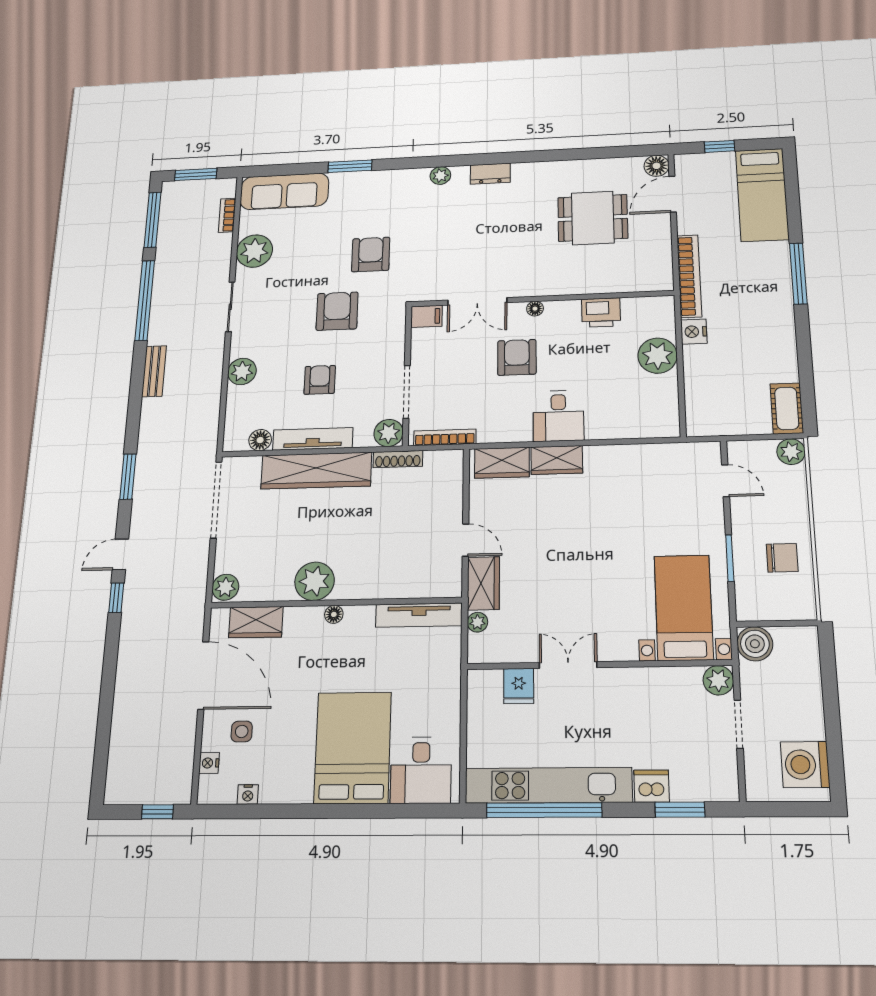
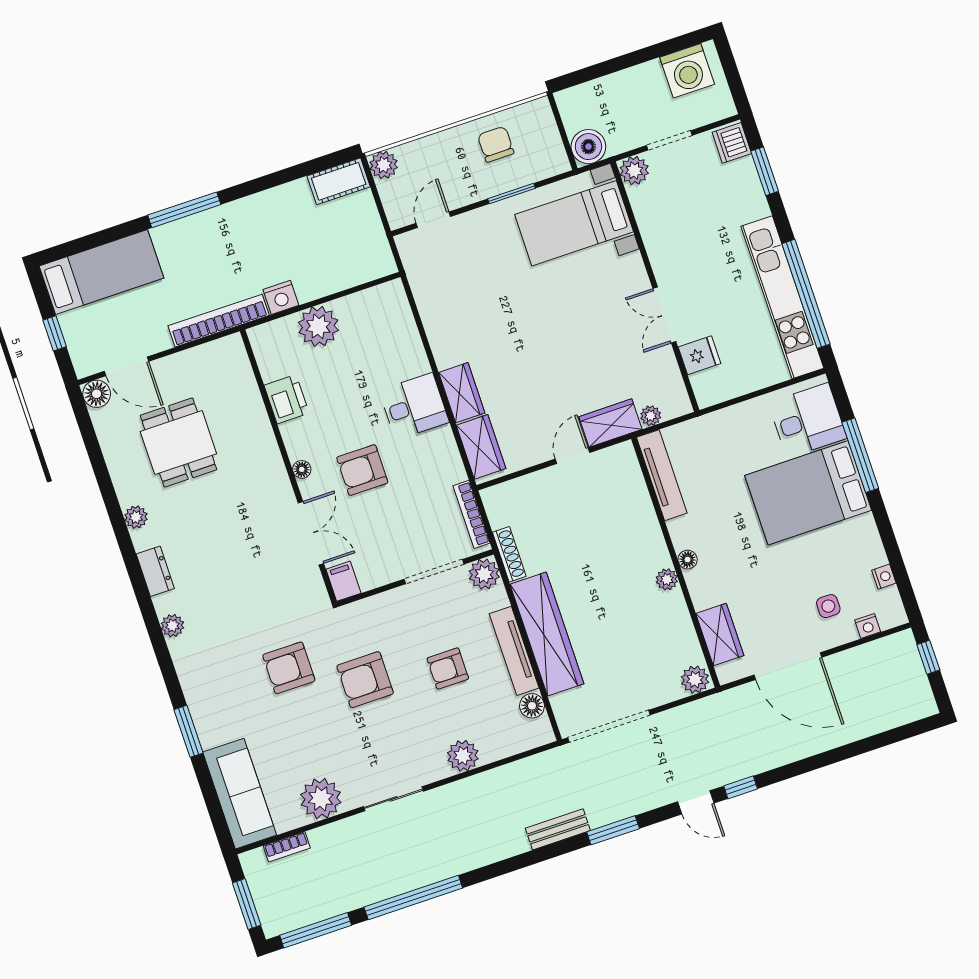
plant: (541, 170) -> (136, 517), added
bench: (154, 371) -> (558, 829), moved
plant: (315, 581) -> (667, 579), width x0.53, depth x0.53
door: (203, 675) -> (788, 666), swing flipped
dishwasher: (652, 786) -> (732, 143), moved
window: (370, 811) -> (860, 455), added

